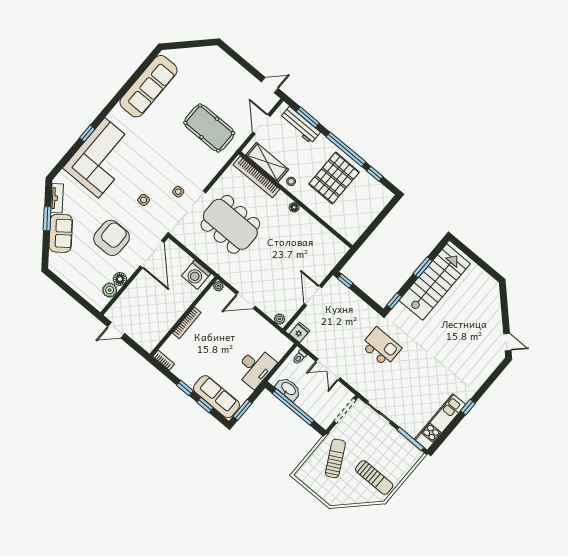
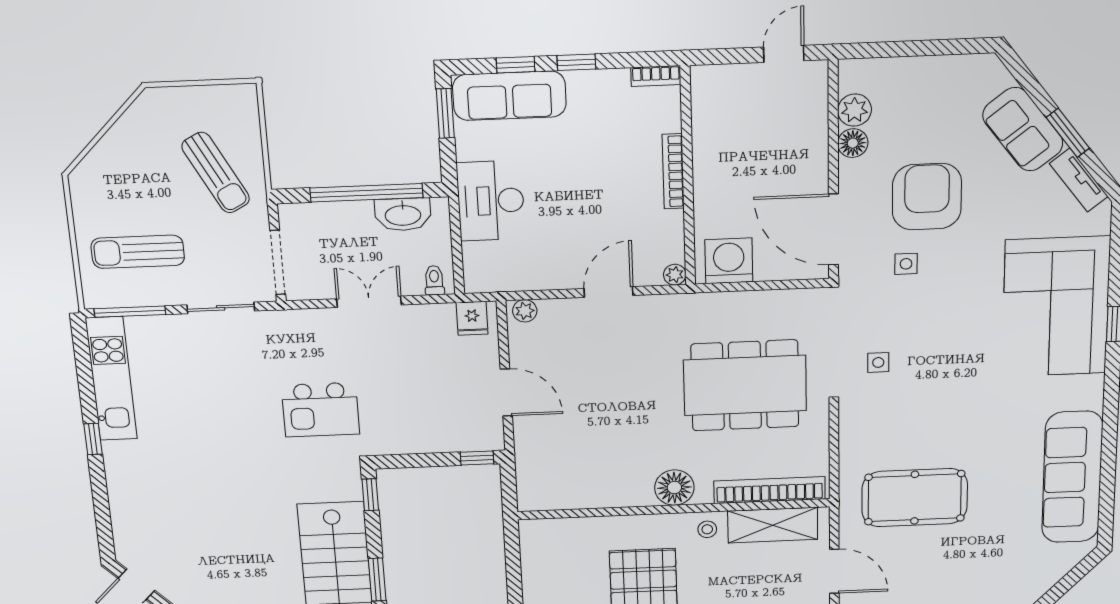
side table: (144, 200) -> (906, 264), moved
floor lamp: (294, 207) -> (674, 488), width x1.89, depth x1.89
armchair: (112, 238) -> (927, 197), turned 180
sun lounger: (374, 478) -> (138, 252), moved

